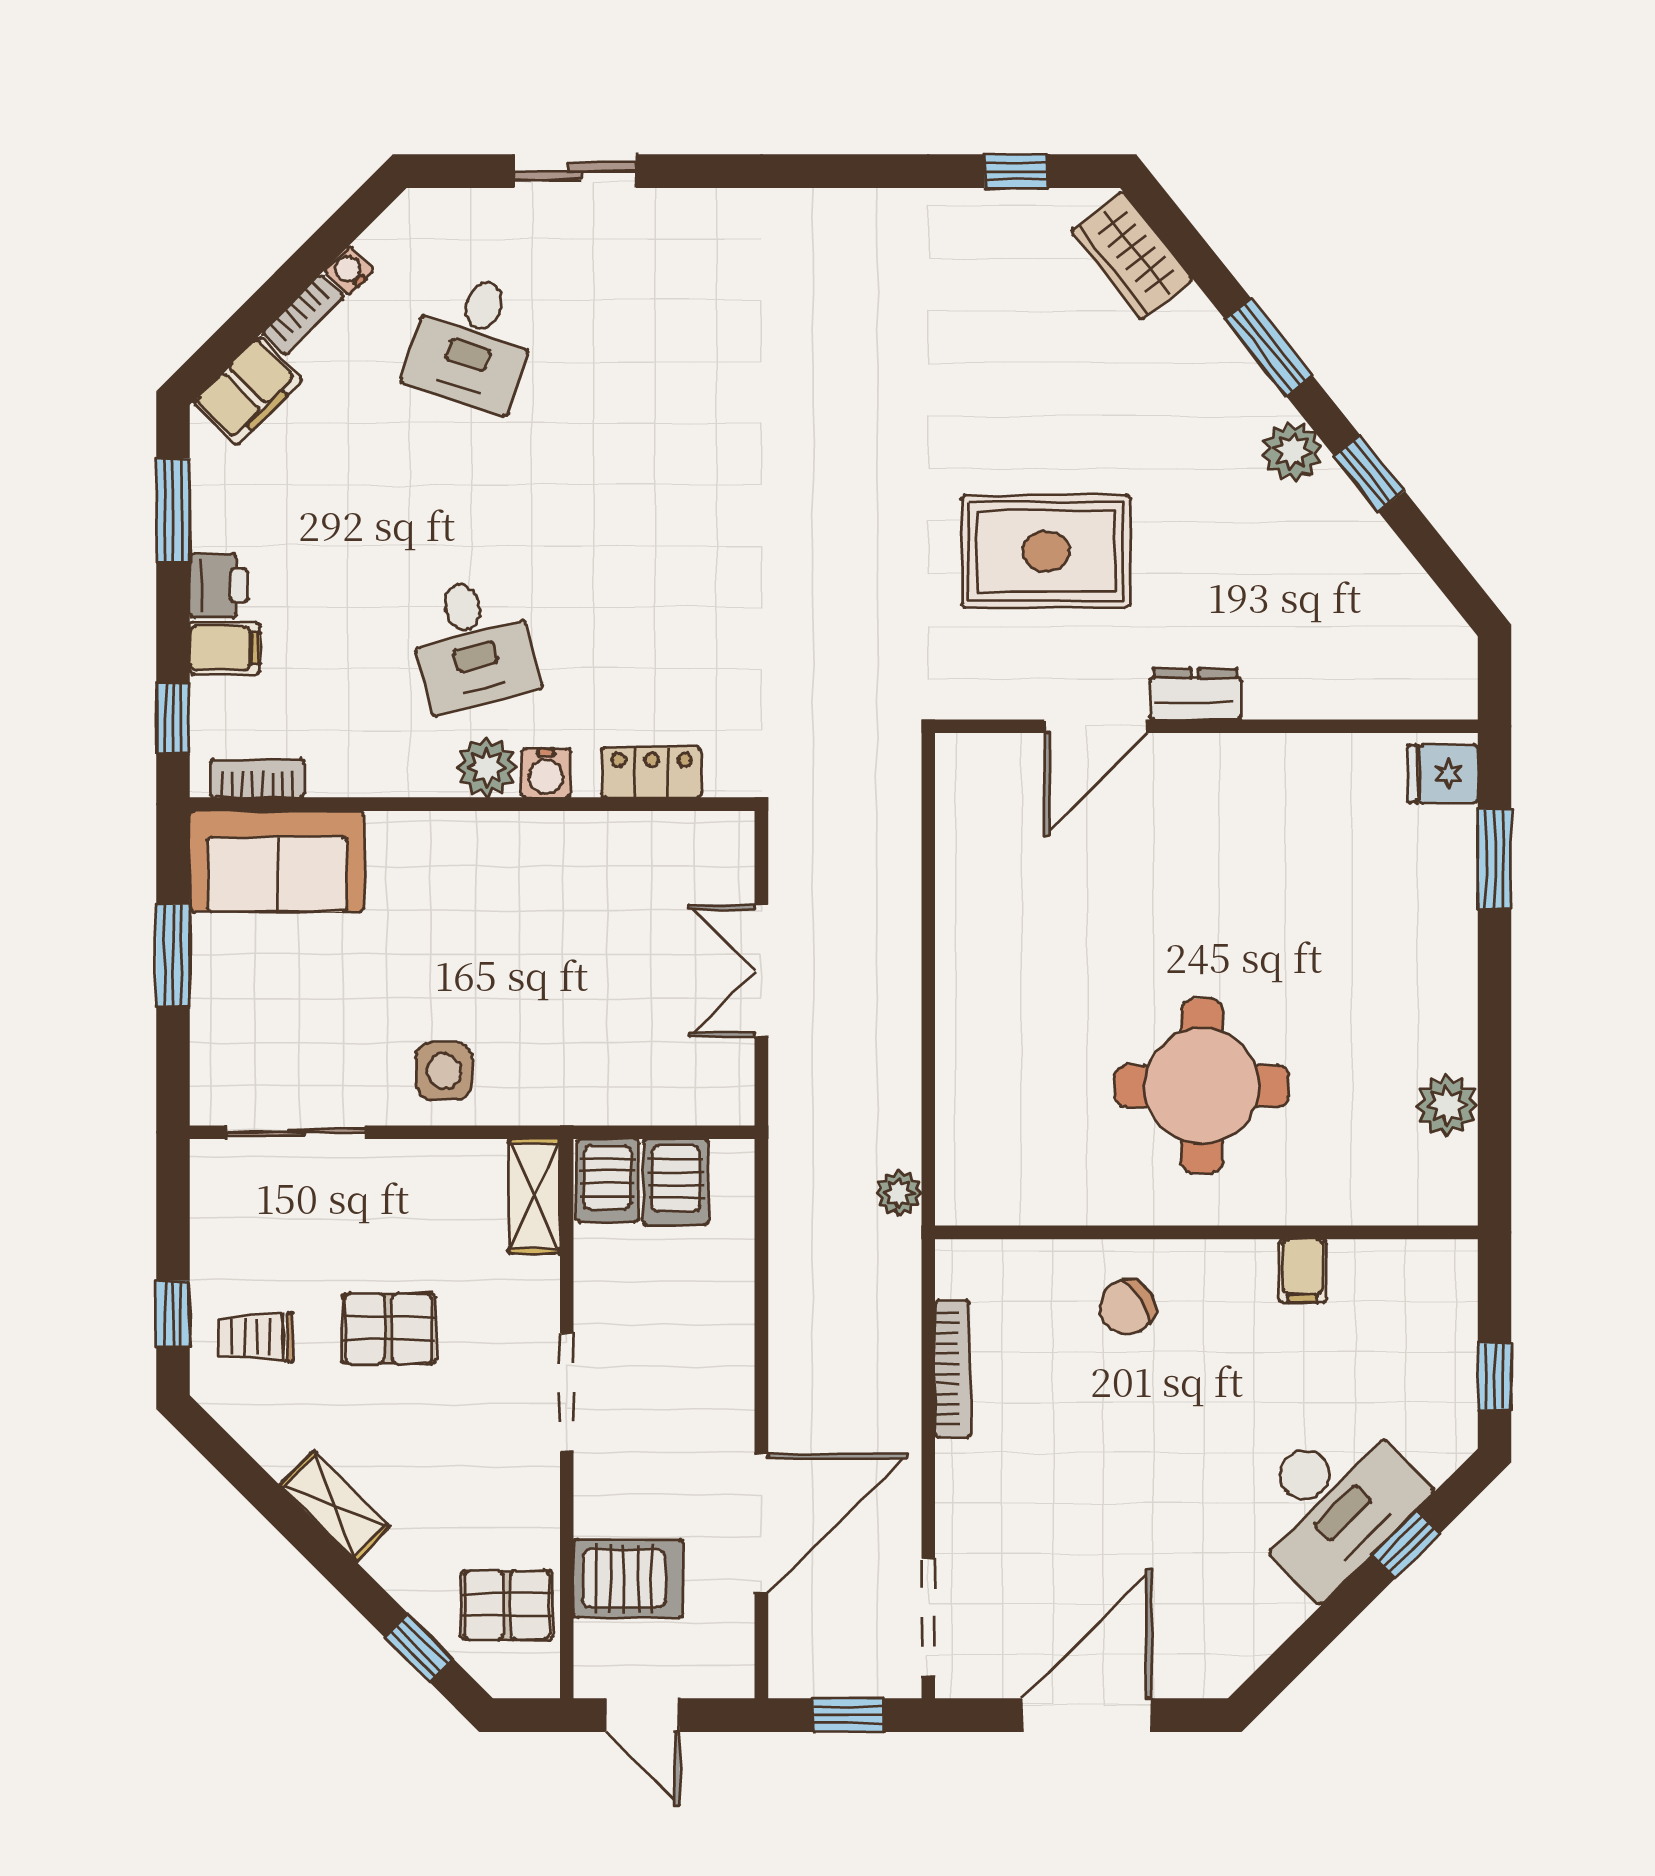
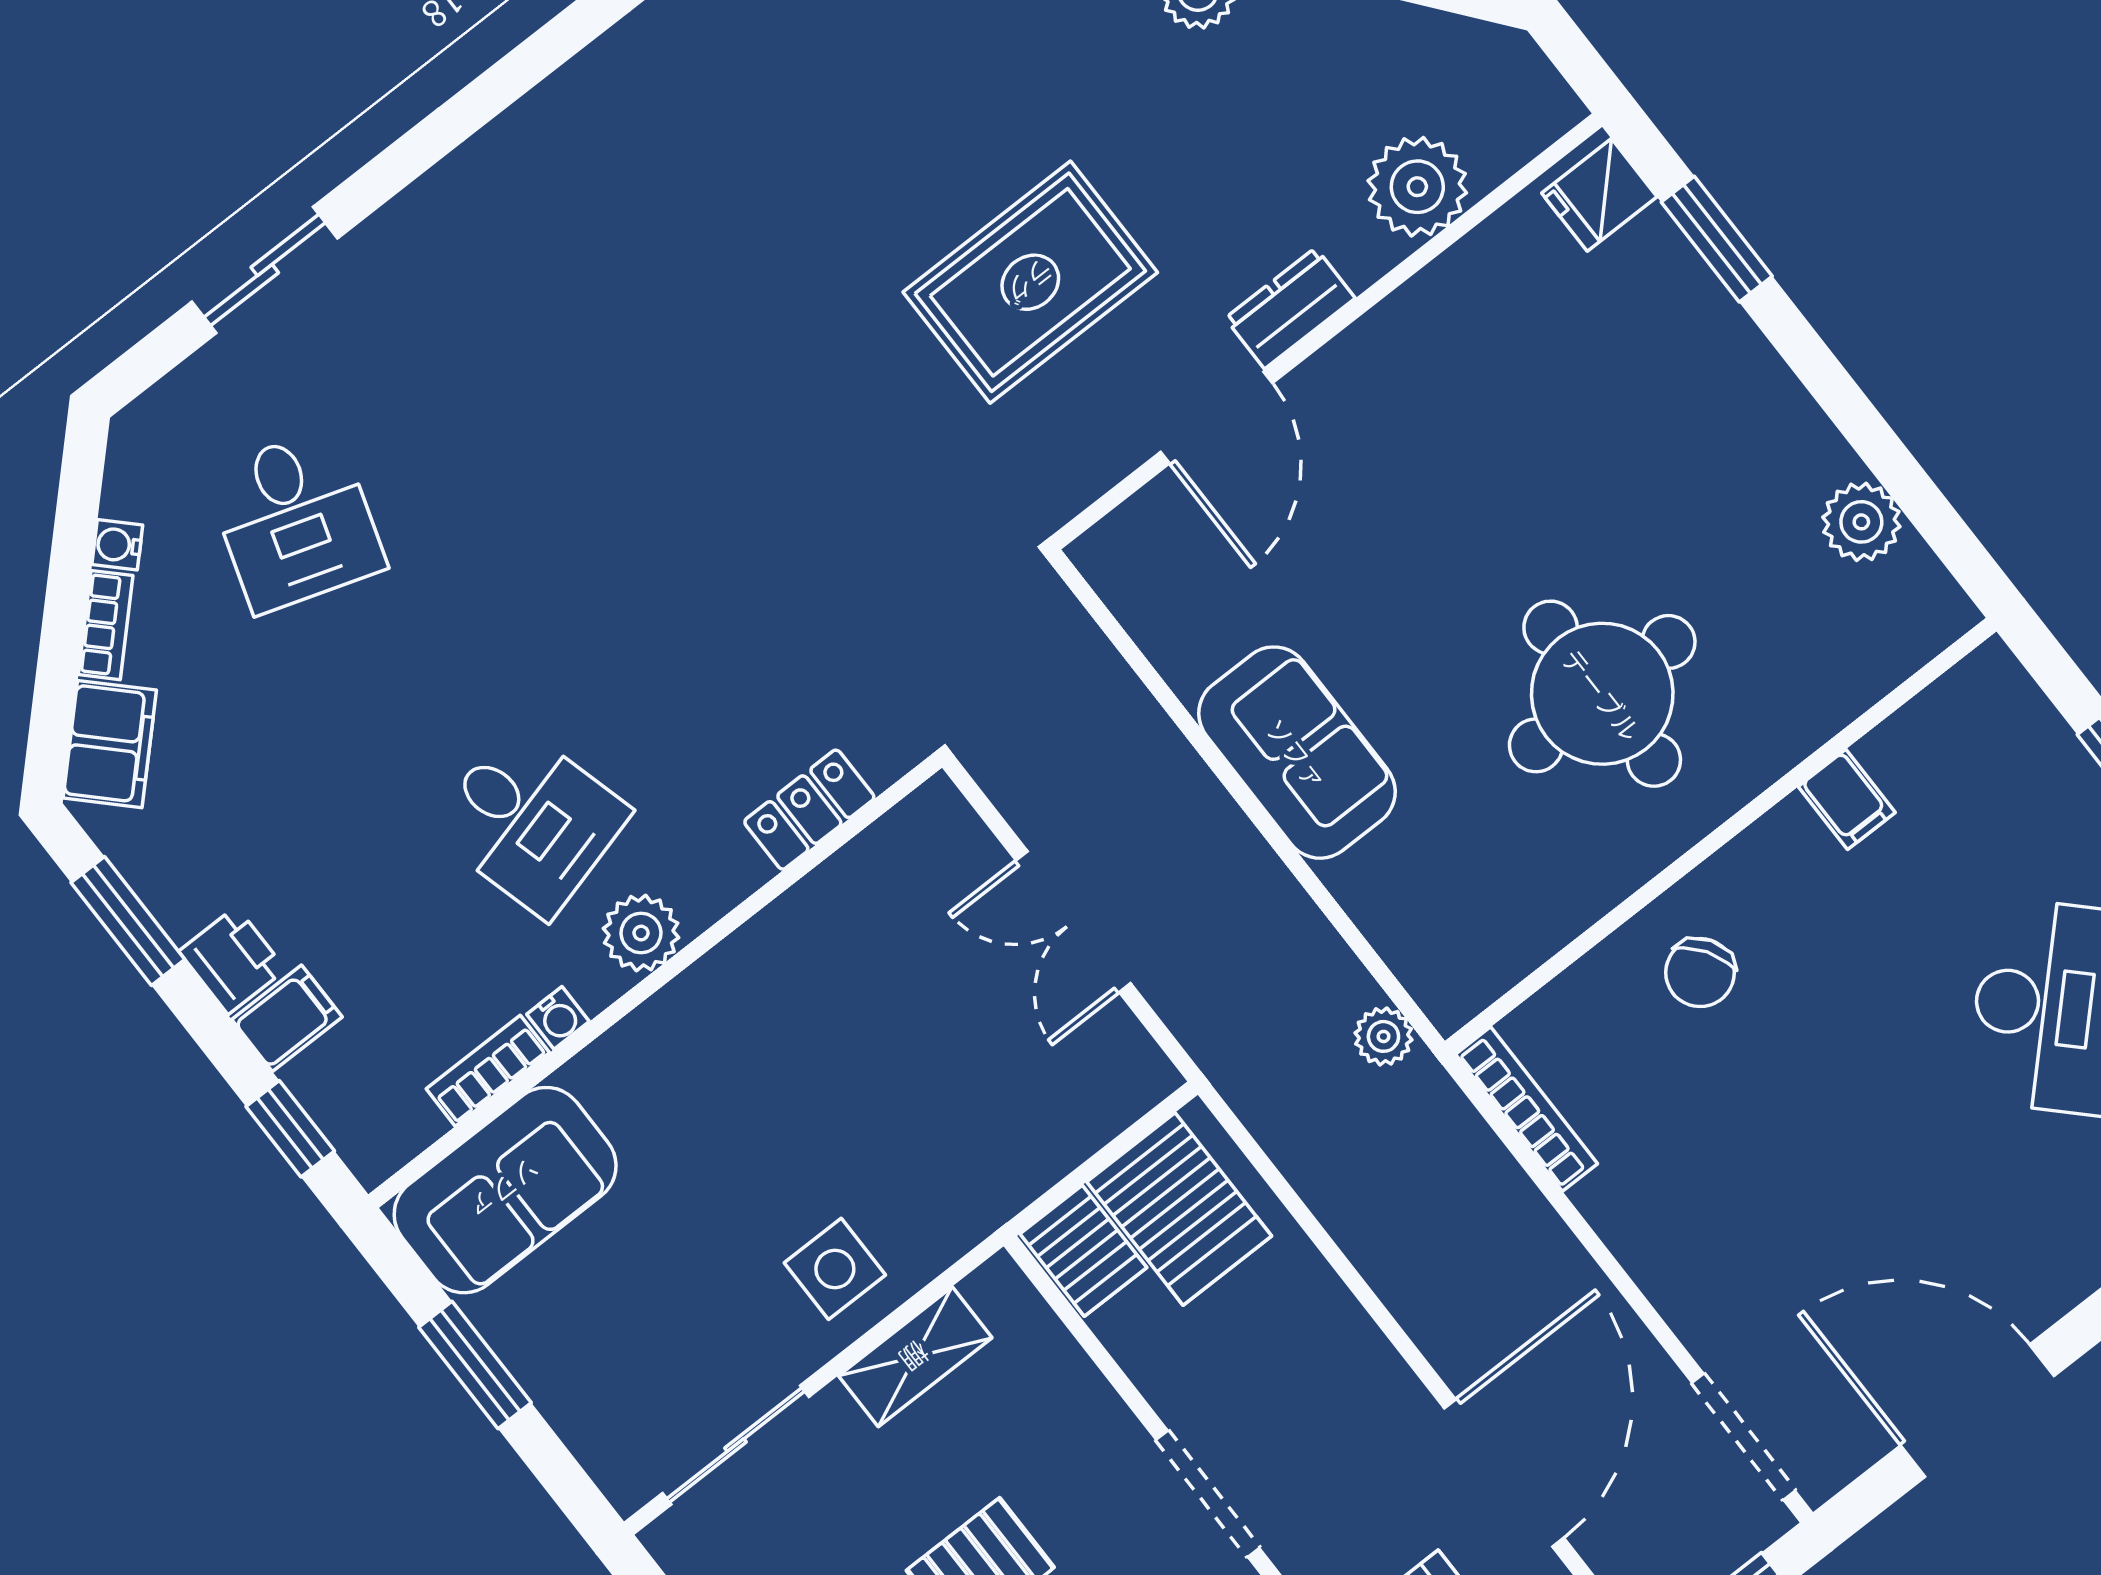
plant: (1333, 680) -> (1417, 187), added
water cooler: (546, 773) -> (558, 1018), moved, width x0.72, depth x0.72
bookcase: (257, 779) -> (488, 1071), moved
sofa: (983, 974) -> (1297, 753), added
server rack: (676, 1182) -> (1179, 1209), width x1.36, depth x1.44
shelving: (534, 1196) -> (915, 1357), moved, turned 90
bookcase: (953, 1369) -> (1526, 1109), moved
door: (1087, 1715) -> (1977, 1411), hinge flipped

